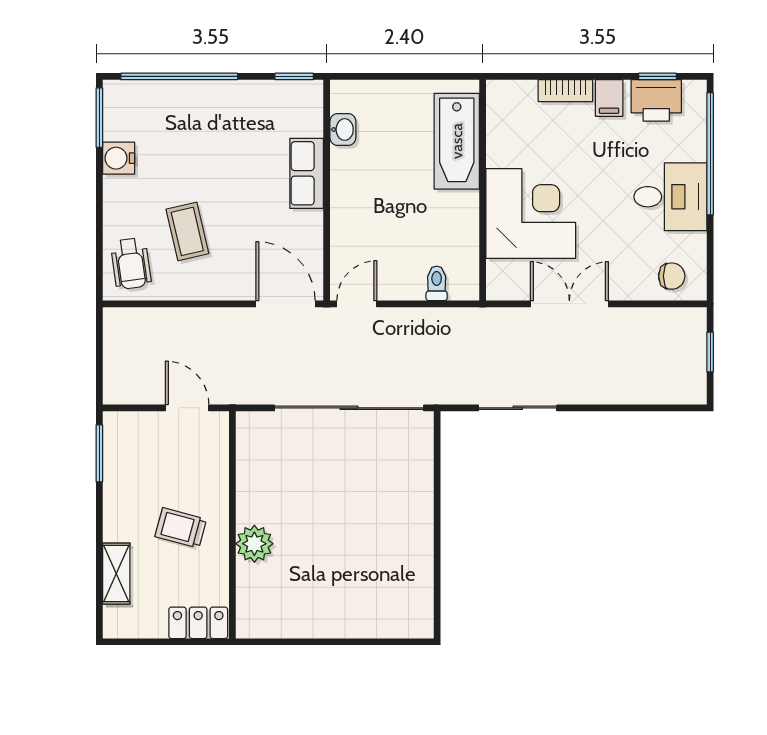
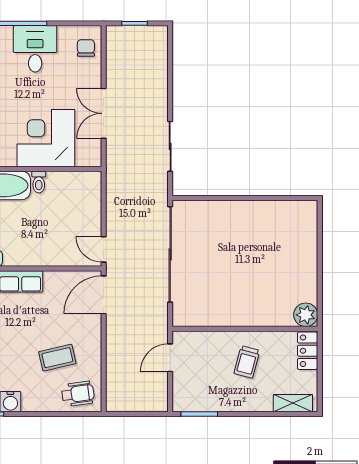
toilet: (437, 283) -> (39, 182), moved, turned -90
plant: (254, 544) -> (306, 315), moved
shelving: (116, 574) -> (293, 403), moved

